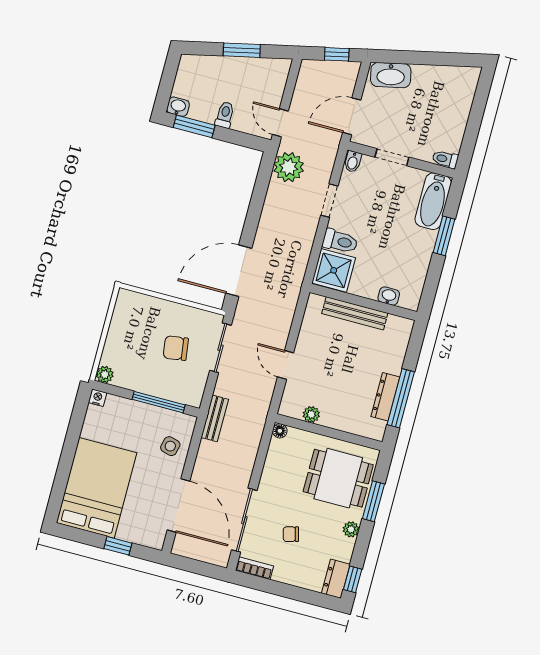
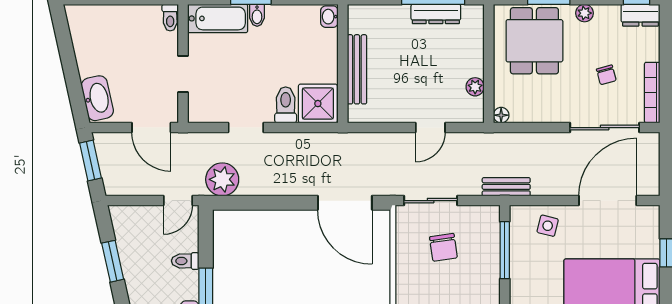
window: (337, 54) -> (90, 160), width x1.50
bidet: (353, 162) -> (257, 15), moved, turned 90
washbasin: (389, 296) -> (329, 17), moved
bookcase: (254, 568) -> (652, 93), width x1.56

